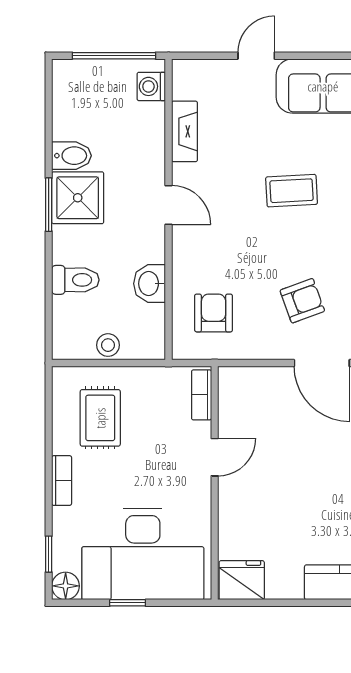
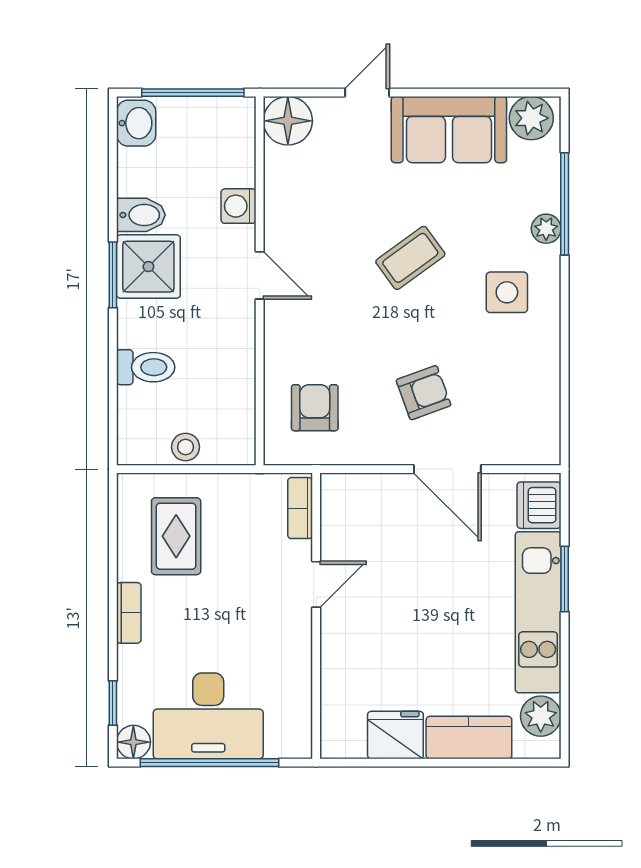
floor lamp: (192, 79) -> (288, 121), added
washing machine: (151, 86) -> (239, 206), moved
fireplace: (185, 131) -> (279, 185), removed
coffee table: (292, 191) -> (410, 258), turned -33
washbasin: (150, 284) -> (136, 123), moved, turned 180
desk: (143, 554) -> (208, 716), width x0.73, depth x0.77
fridge: (242, 580) -> (395, 735), moved
window: (128, 603) -> (210, 763), width x3.17

